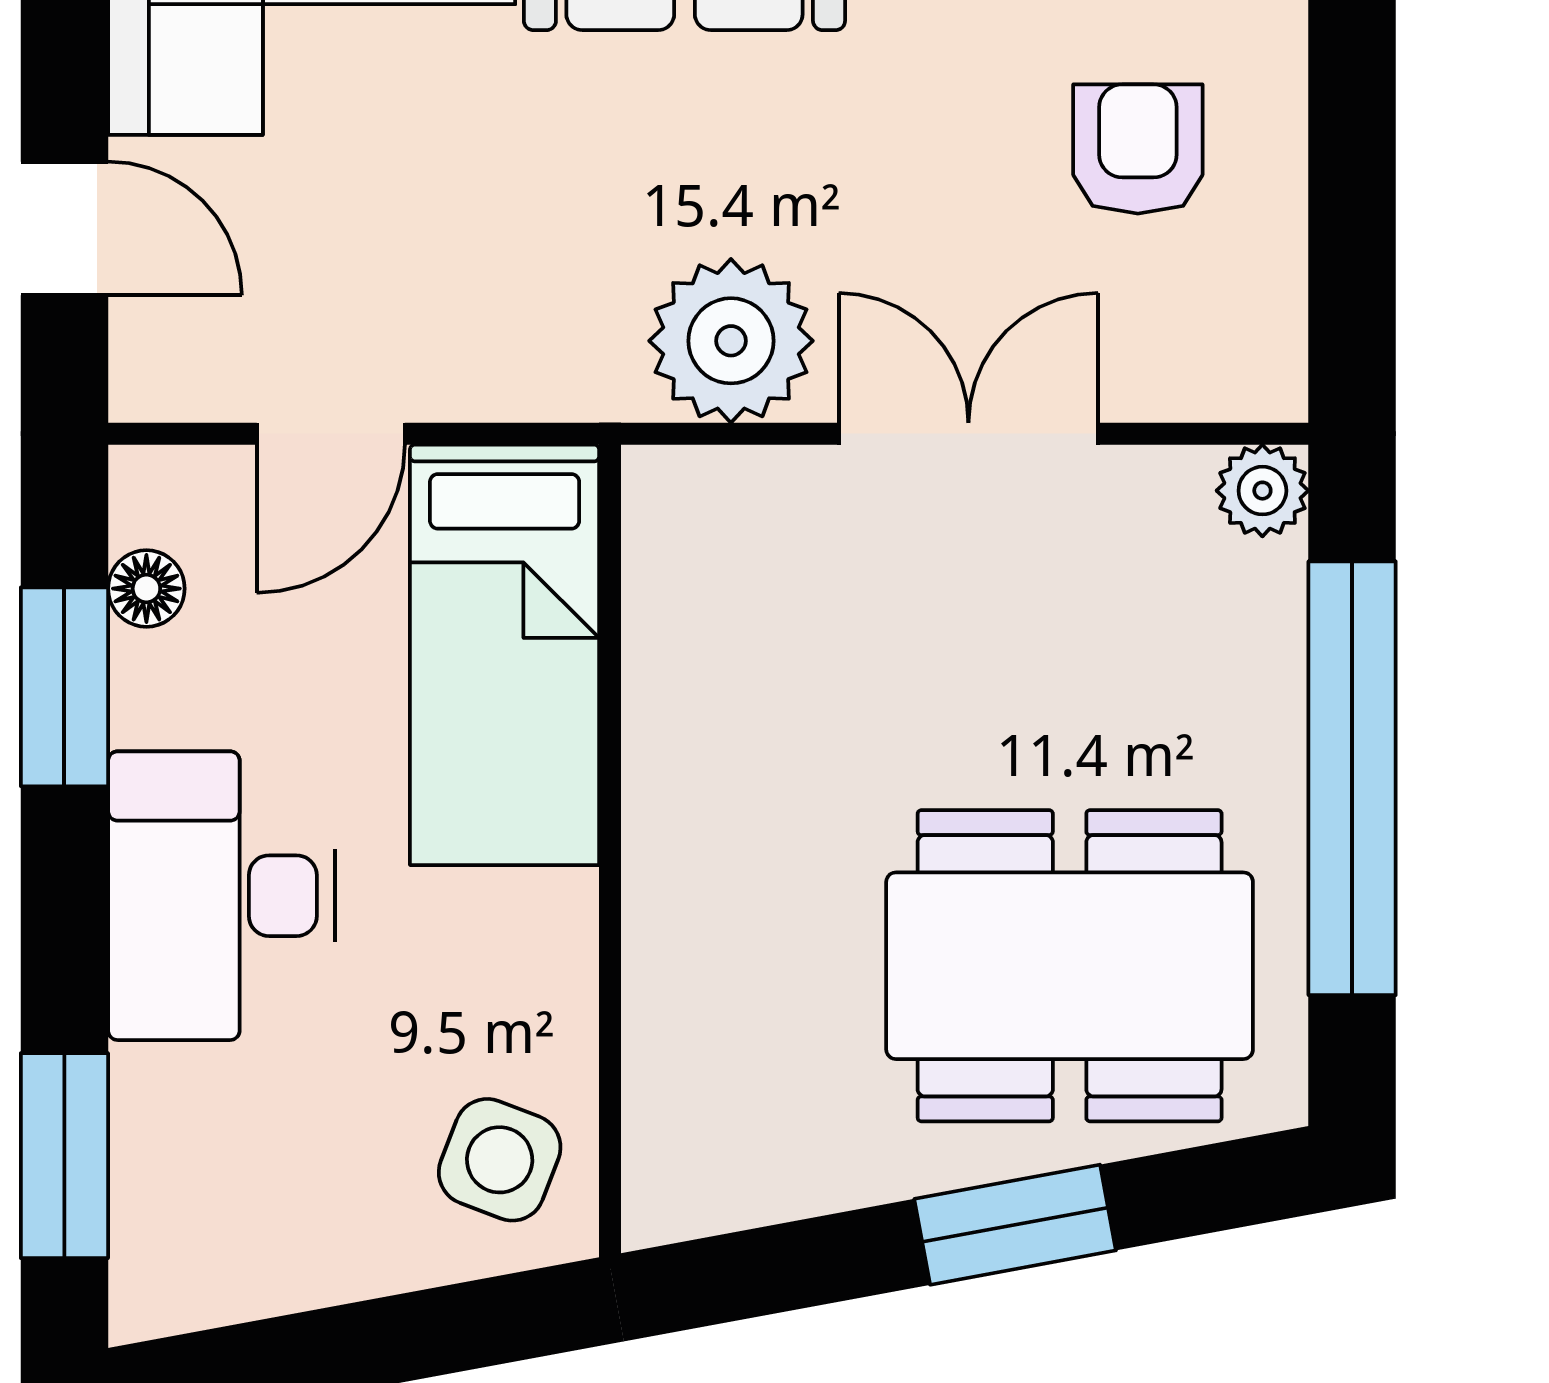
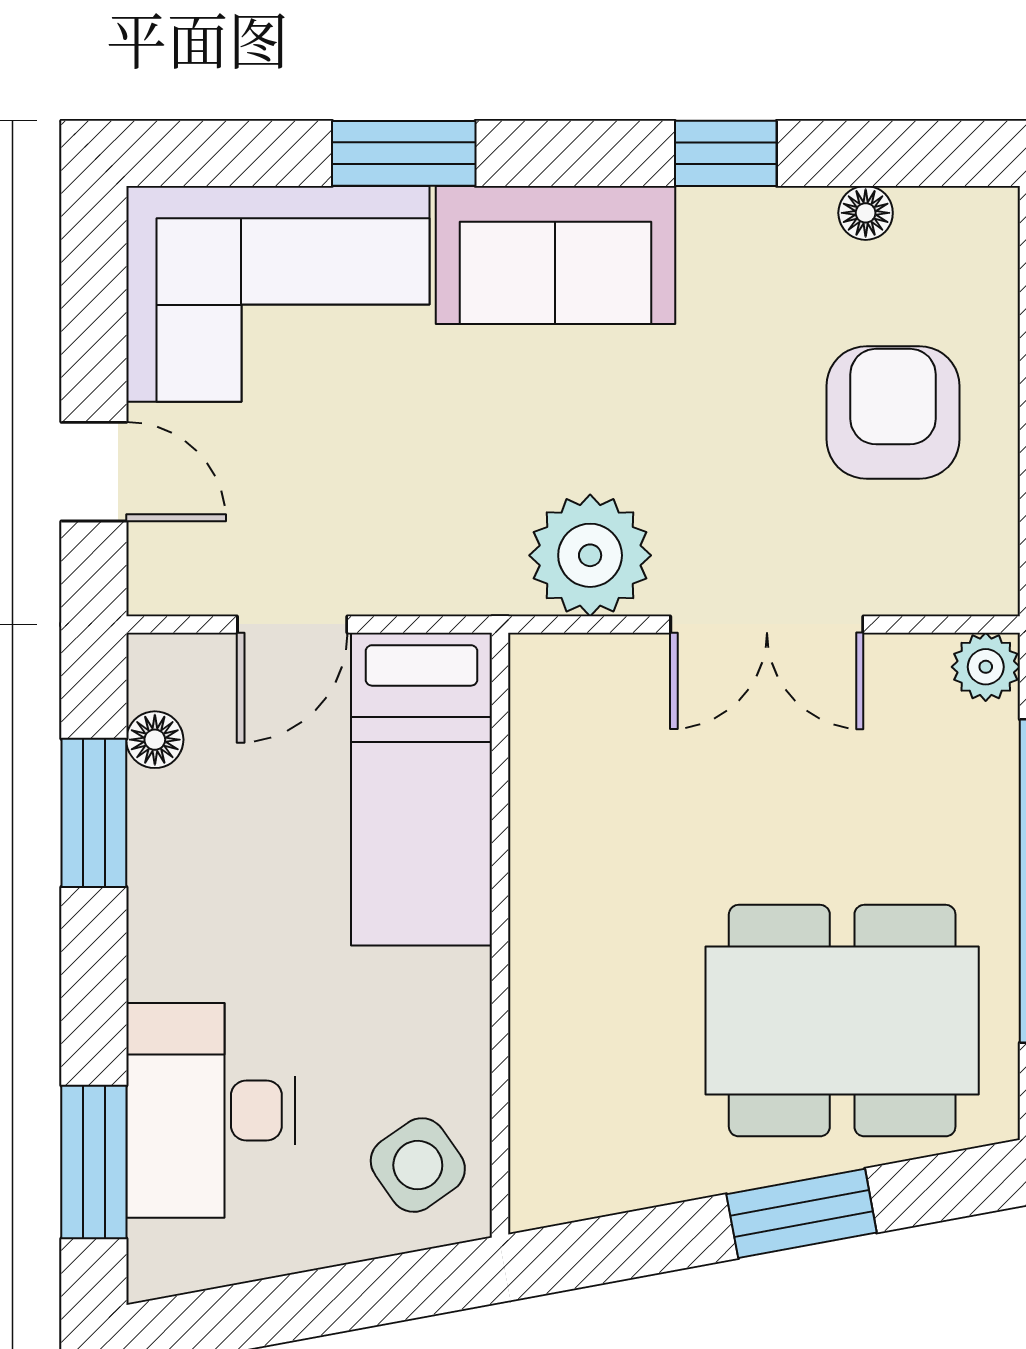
armchair: (1138, 149) -> (893, 413), width x1.38, depth x1.38
double door: (968, 434) -> (767, 624), swing flipped
desk: (222, 896) -> (211, 1110), moved
side table: (500, 1160) -> (418, 1165), turned 34

